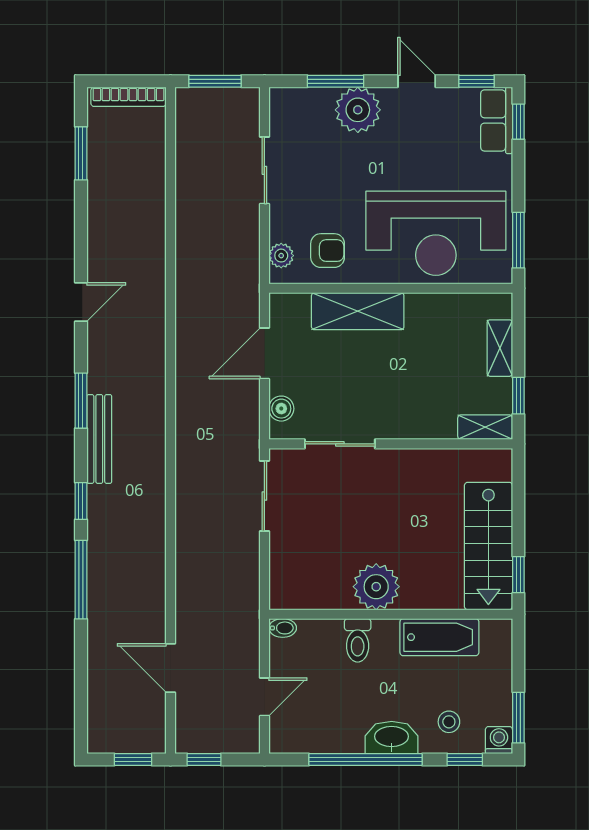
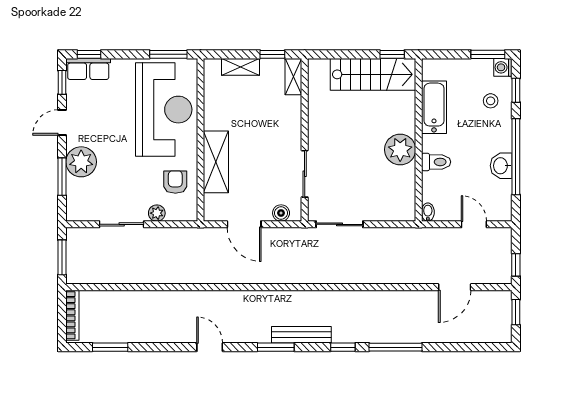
plant: (281, 256) -> (157, 213), moved
washbasin: (392, 737) -> (501, 166), moved, width x0.72

